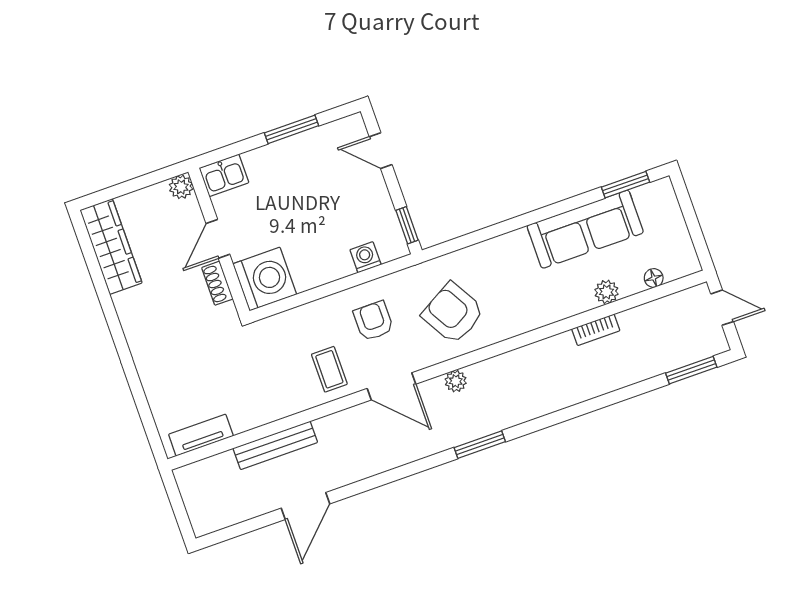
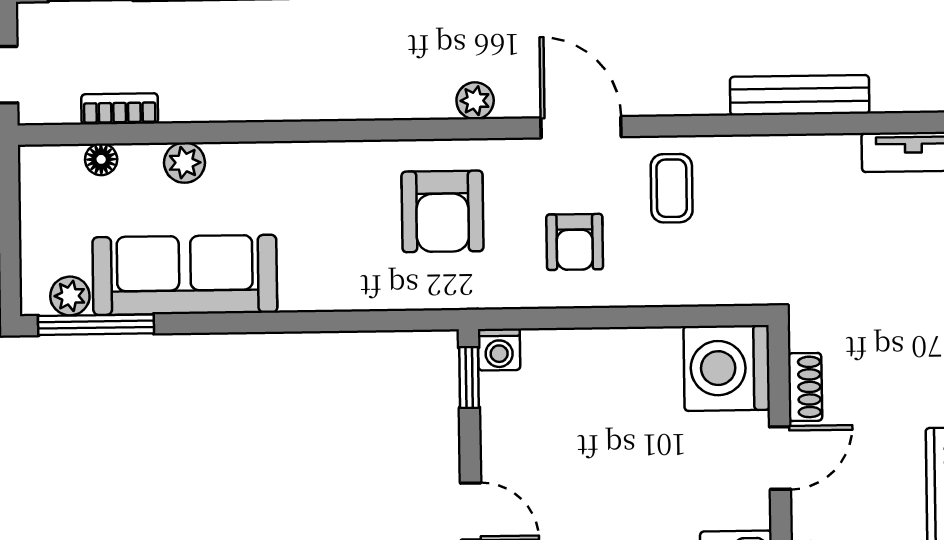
window: (625, 185) -> (96, 325), width x1.44
plant: (645, 196) -> (70, 296), added
washing machine: (365, 257) -> (499, 349), moved
armchair: (453, 313) -> (442, 211), turned 30
bookcase: (596, 330) -> (120, 109), moved

